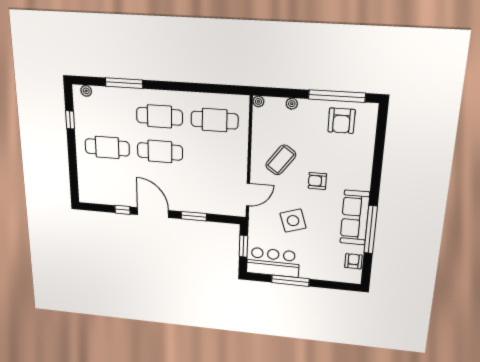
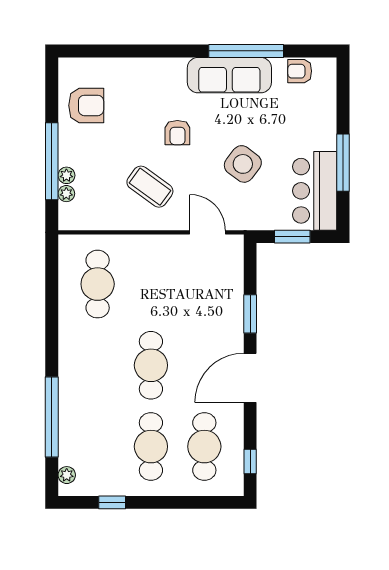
window: (124, 83) -> (52, 417), width x1.46
window: (337, 96) -> (52, 161), moved
plant: (258, 101) -> (66, 194), moved
cafe table: (159, 116) -> (204, 447), moved
window: (122, 210) -> (250, 461), moved
side table: (293, 221) -> (243, 164), turned -35

